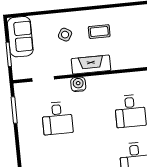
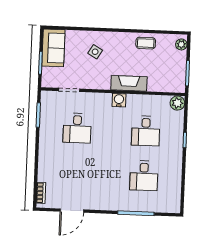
coffee table: (99, 32) -> (146, 43), moved
fireplace: (91, 65) -> (129, 83), moved
water cooler: (78, 84) -> (119, 100), moved

